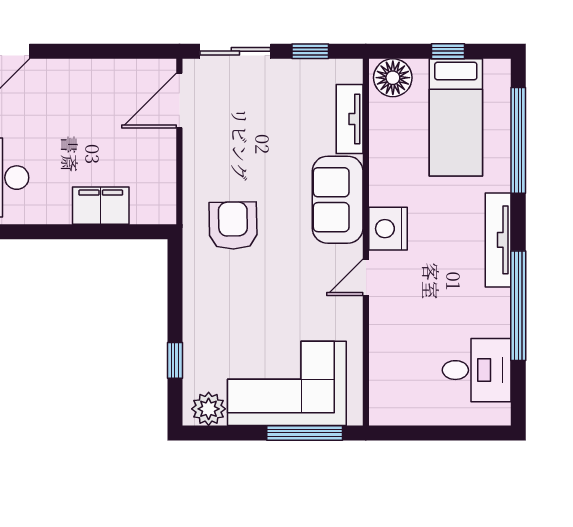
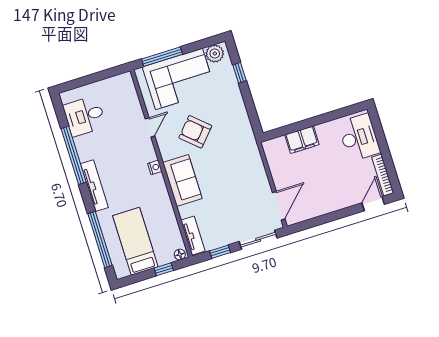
window: (448, 51) -> (164, 269), moved
floor lamp: (393, 78) -> (180, 254), width x0.53, depth x0.53
tv unit: (350, 119) -> (193, 236), moved
armchair: (233, 226) -> (195, 132), moved, turned 133
nightstand: (388, 229) -> (155, 167), width x0.53, depth x0.56
door: (366, 277) -> (150, 127), moved

